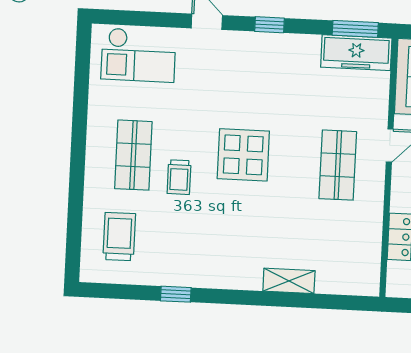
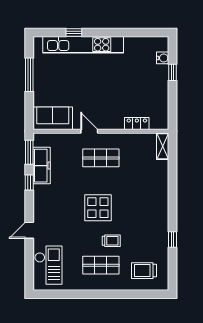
window: (269, 25) -> (29, 183), moved
freezer: (356, 53) -> (42, 166), moved
shelving: (289, 281) -> (163, 146), moved

